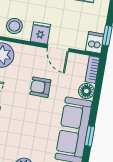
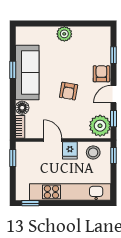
dishwasher: (95, 42) -> (22, 150), removed
armchair: (40, 87) -> (69, 91), moved, turned 100

